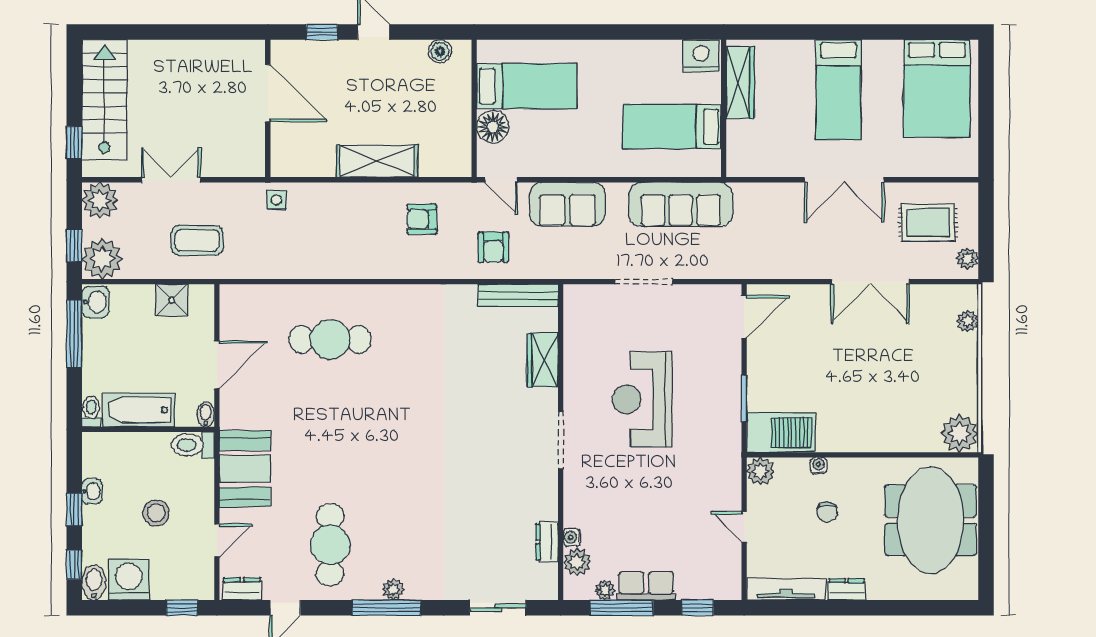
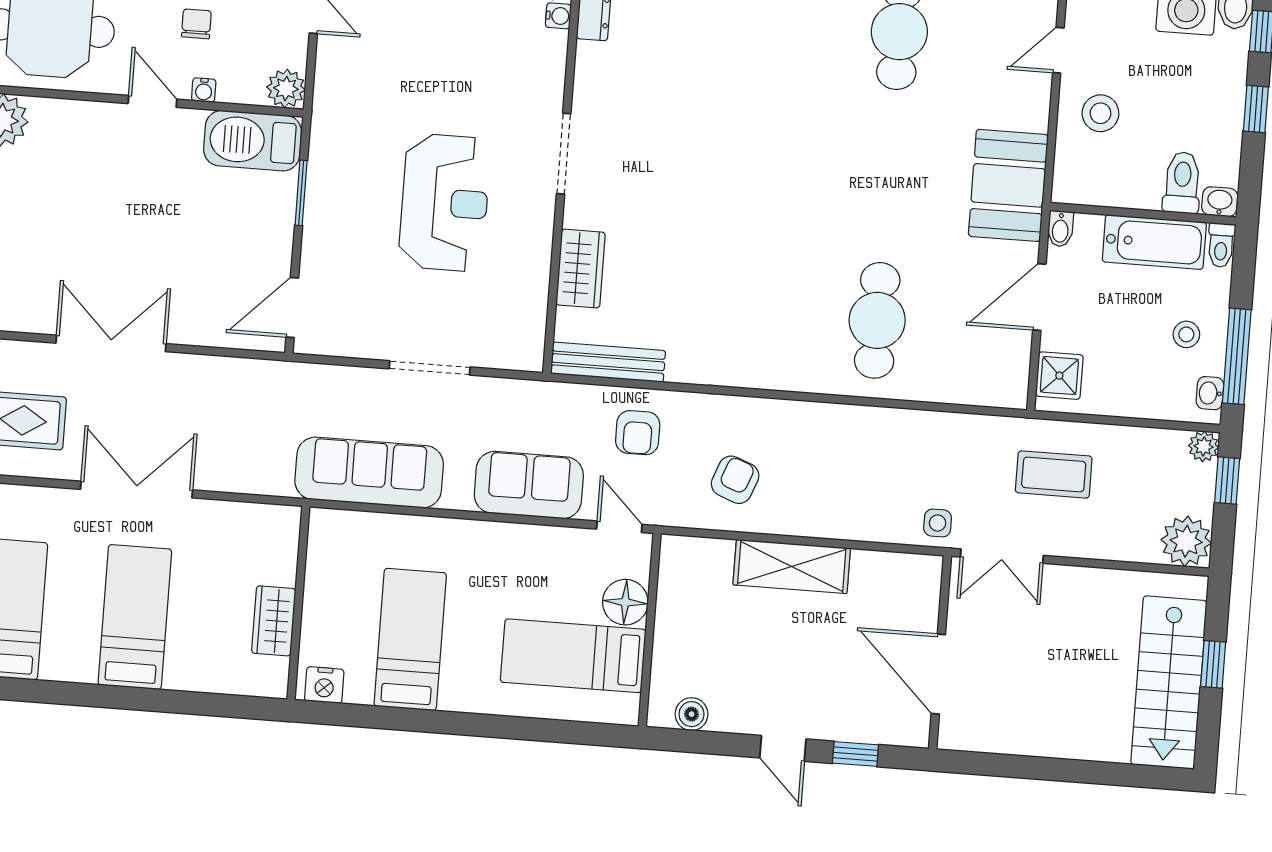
nightstand: (701, 56) -> (324, 685), width x0.74, depth x0.75
wardrobe: (740, 82) -> (274, 621), width x0.67
bed: (672, 127) -> (410, 639), moved, turned -90
window: (74, 143) -> (1213, 664), moved
double door: (171, 180) -> (1002, 556), moved
armchair: (422, 219) -> (735, 480), turned -69
armchair: (493, 247) -> (638, 433), turned 180
plant: (102, 259) -> (1204, 446), width x0.53, depth x0.53
shower: (172, 300) -> (1059, 376), moved
washbasin: (95, 302) -> (1210, 393), width x0.72, depth x0.69
cafe table: (330, 340) -> (877, 320), turned 90
stool: (111, 346) -> (1186, 334), added
toilet: (193, 445) -> (1182, 183), moved, turned -90
door: (854, 455) -> (152, 101), added
booth: (245, 469) -> (1008, 185), moved
washbasin: (92, 491) -> (1220, 202), moved, turned 90
stool: (156, 513) -> (1100, 113), moved

